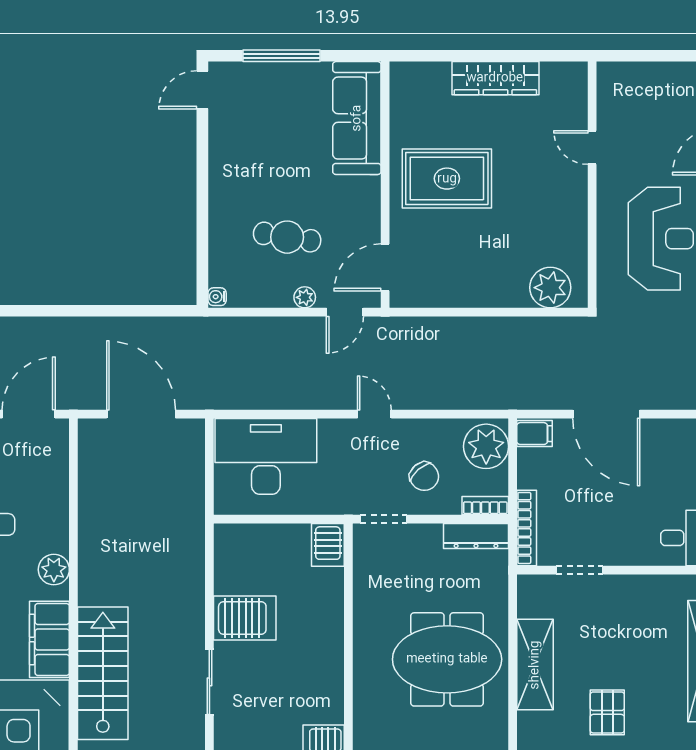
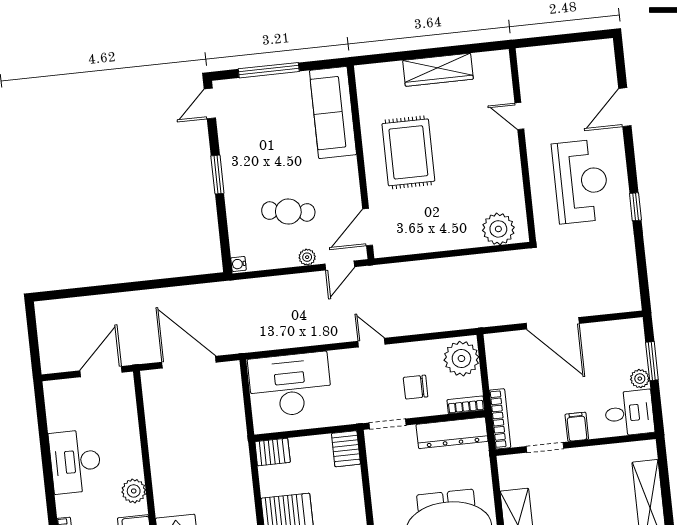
rug: (447, 179) -> (408, 152), turned 90
window: (202, 181) -> (217, 175), added
filing cabinet: (535, 434) -> (577, 427), moved, turned -90
chair: (424, 476) -> (416, 387), turned 131
dresser: (476, 536) -> (452, 433), width x1.37, depth x1.24
server rack: (235, 539) -> (273, 452), added

